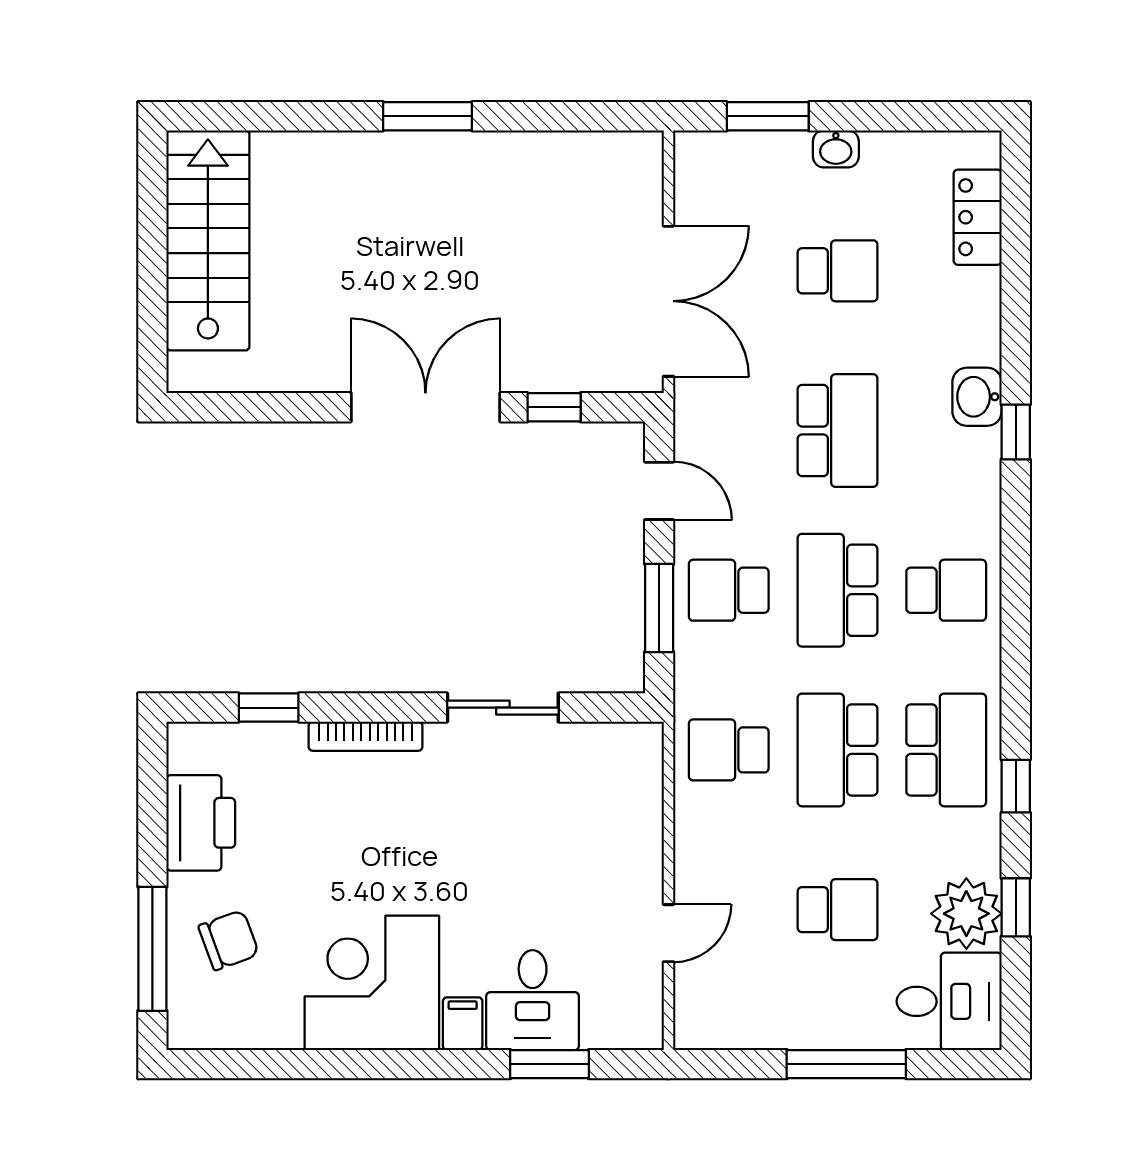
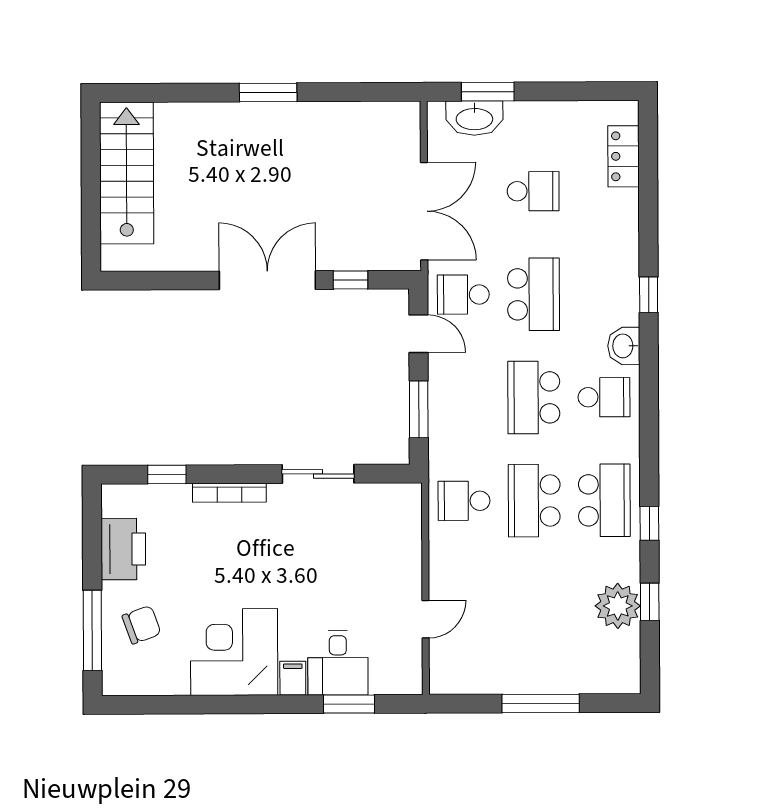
washbasin: (836, 149) -> (474, 118), moved, width x1.91, depth x1.45
washbasin: (977, 397) -> (624, 346), moved
school desk: (729, 590) -> (463, 295), moved
school desk: (837, 910) -> (535, 604), removed
desk: (949, 1001) -> (607, 663), removed

